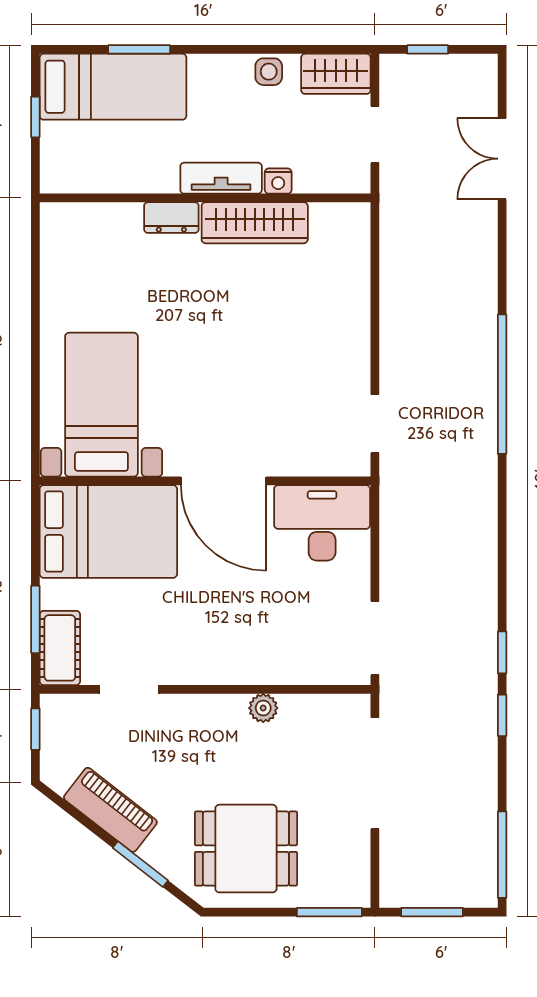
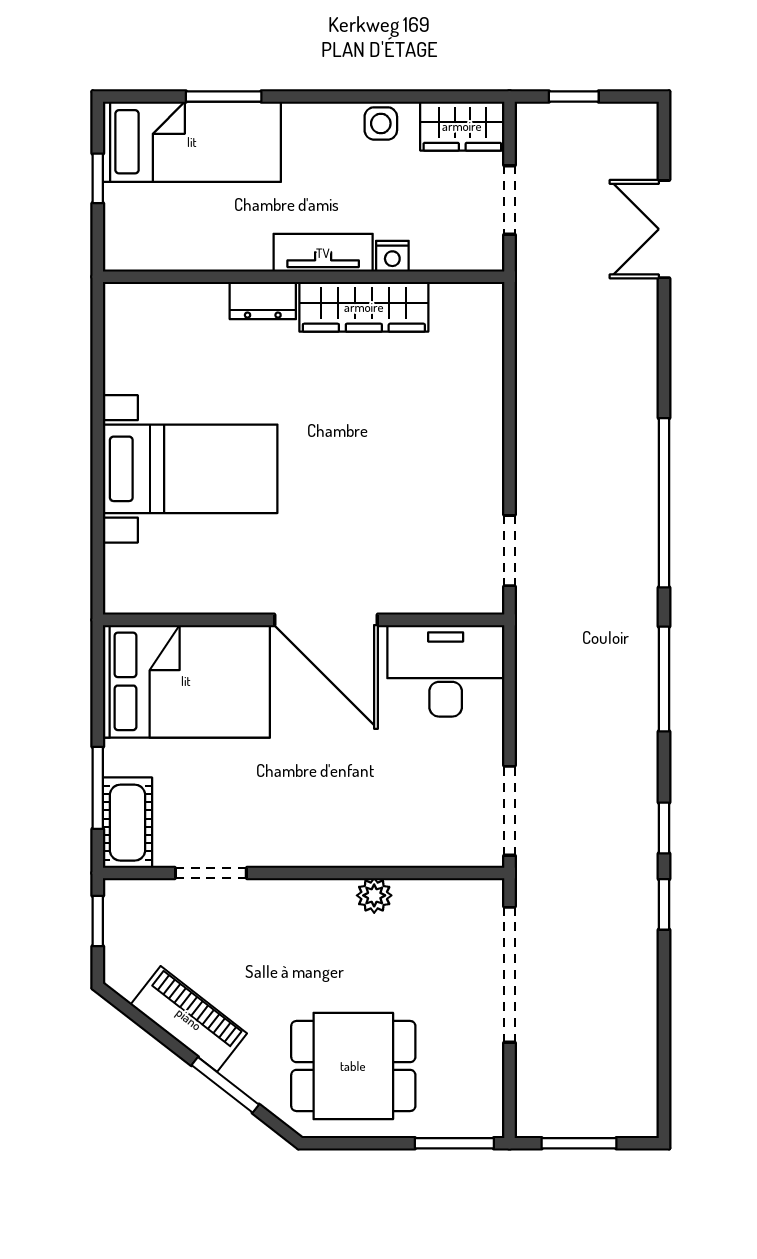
bed with nightstands: (101, 405) -> (190, 469), moved, turned 90
window: (502, 855) -> (664, 679), moved

